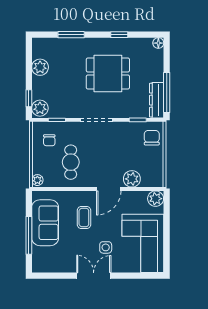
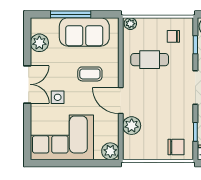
plant: (55, 264) -> (39, 43), added

